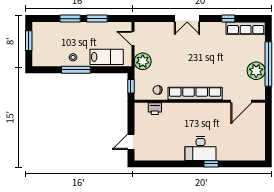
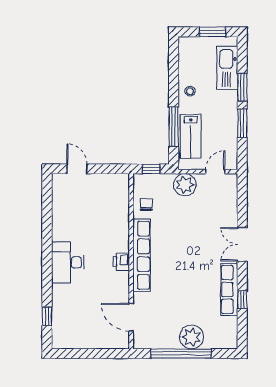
row of seats: (246, 28) -> (229, 290), moved
kitchen sink: (56, 30) -> (227, 68), added
window: (76, 70) -> (174, 127), moved
plant: (256, 71) -> (191, 337), moved
printer: (155, 109) -> (121, 262), moved
window: (211, 164) -> (47, 316), moved

